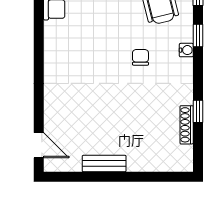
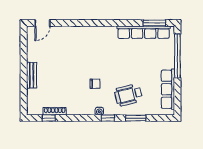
window: (198, 111) -> (49, 118), moved
bench: (104, 164) -> (32, 75), moved

